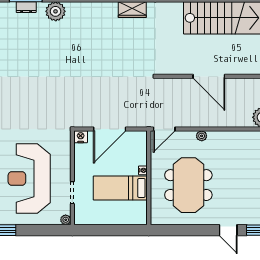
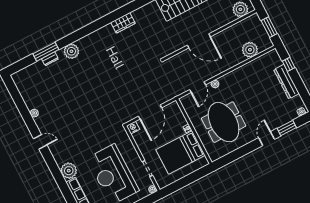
door: (164, 129) -> (198, 87), moved
bed: (120, 188) -> (180, 153), width x1.50
door: (228, 230) -> (267, 139), swing flipped

